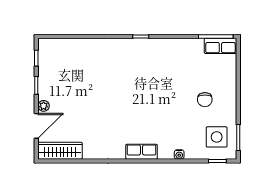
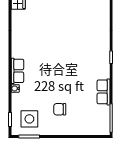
row of seats: (220, 46) -> (104, 92), moved
row of seats: (142, 152) -> (17, 71), moved

